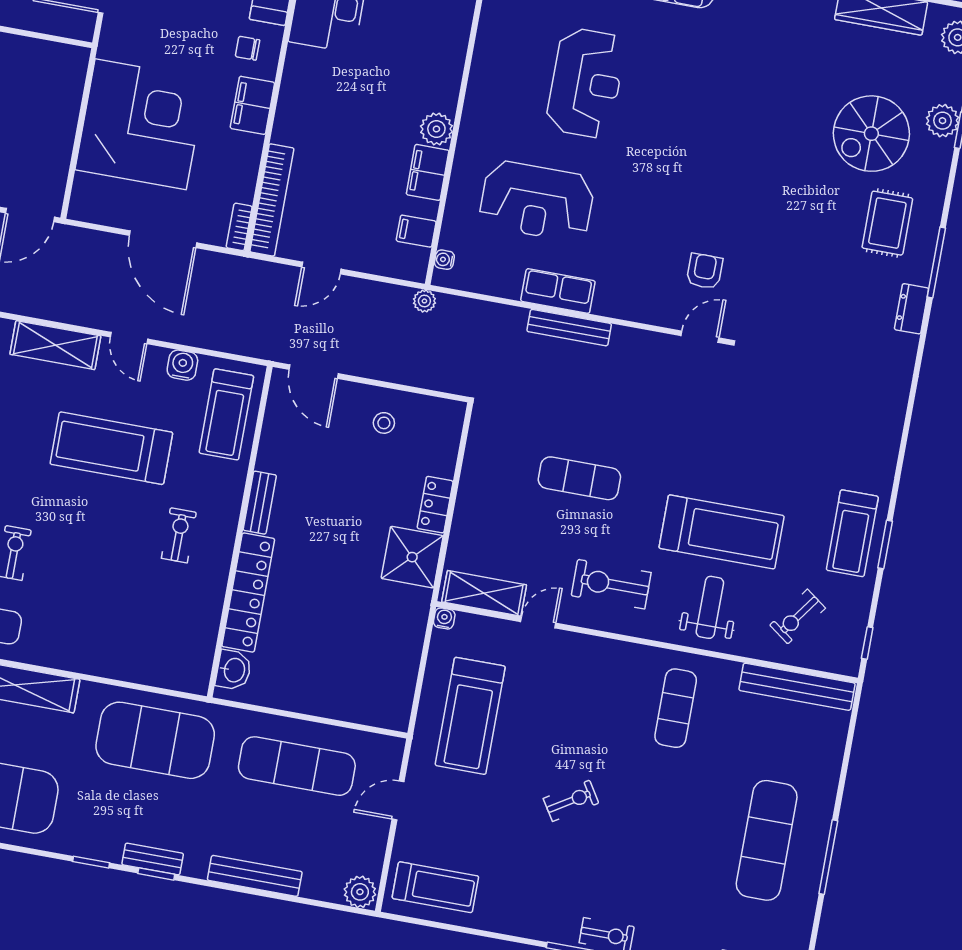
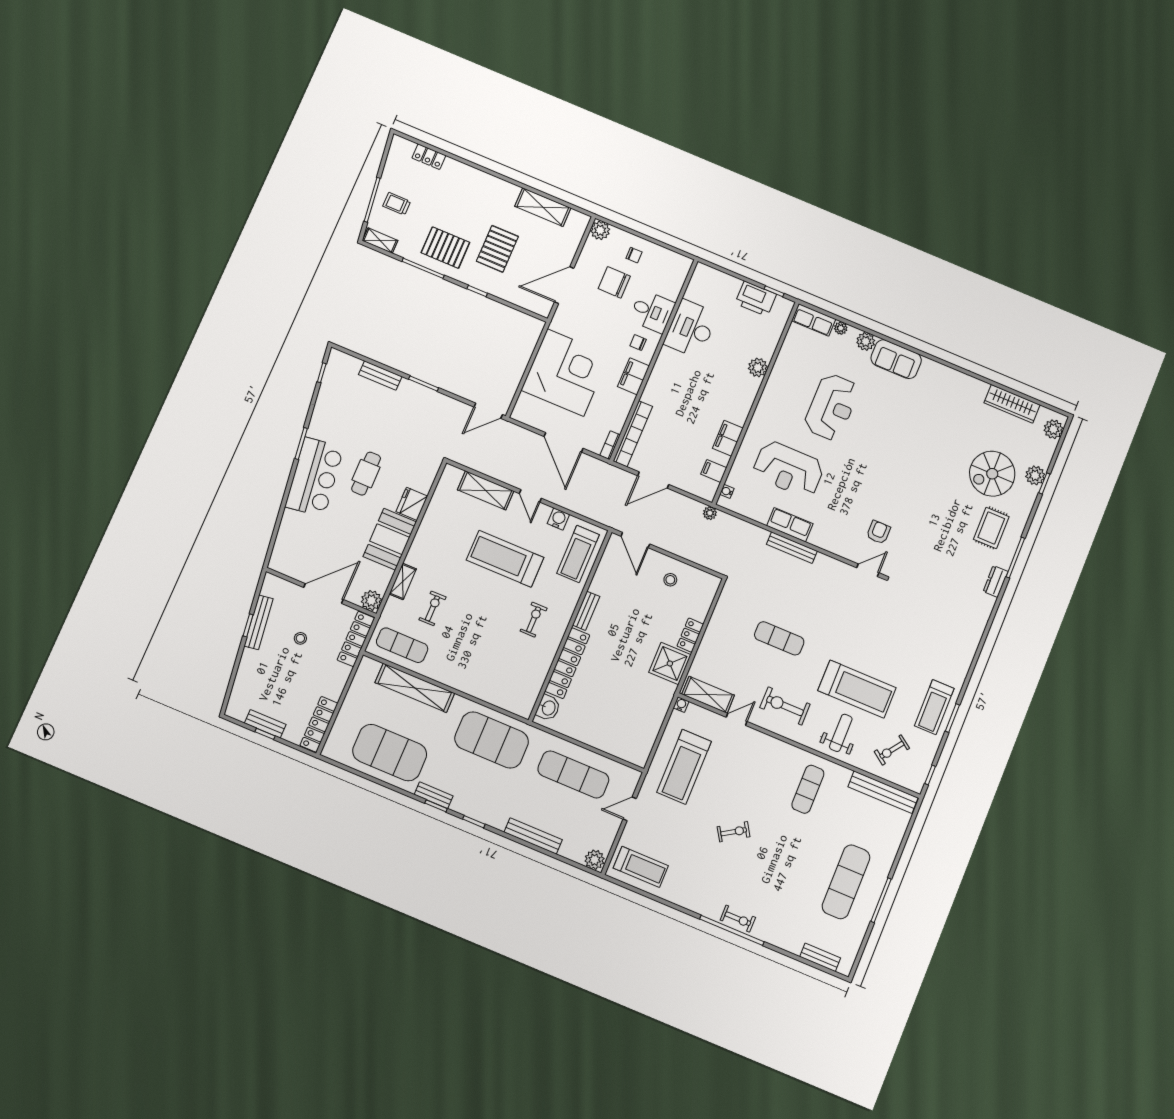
plant: (436, 129) -> (758, 367), moved
door: (321, 268) -> (653, 480), width x1.38
bench: (153, 859) -> (434, 795), moved

